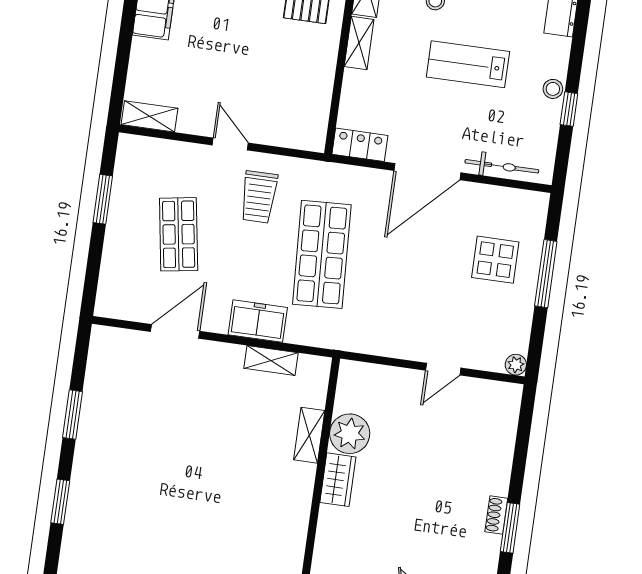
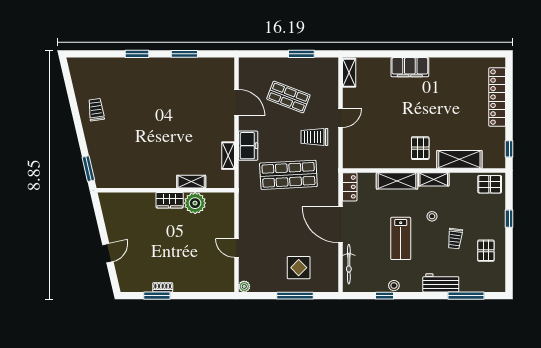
shelving: (359, 43) -> (397, 181), width x1.50, depth x1.33
lab bench: (468, 64) -> (401, 238), turned 180
shop shelf: (179, 234) -> (288, 97), turned 30

